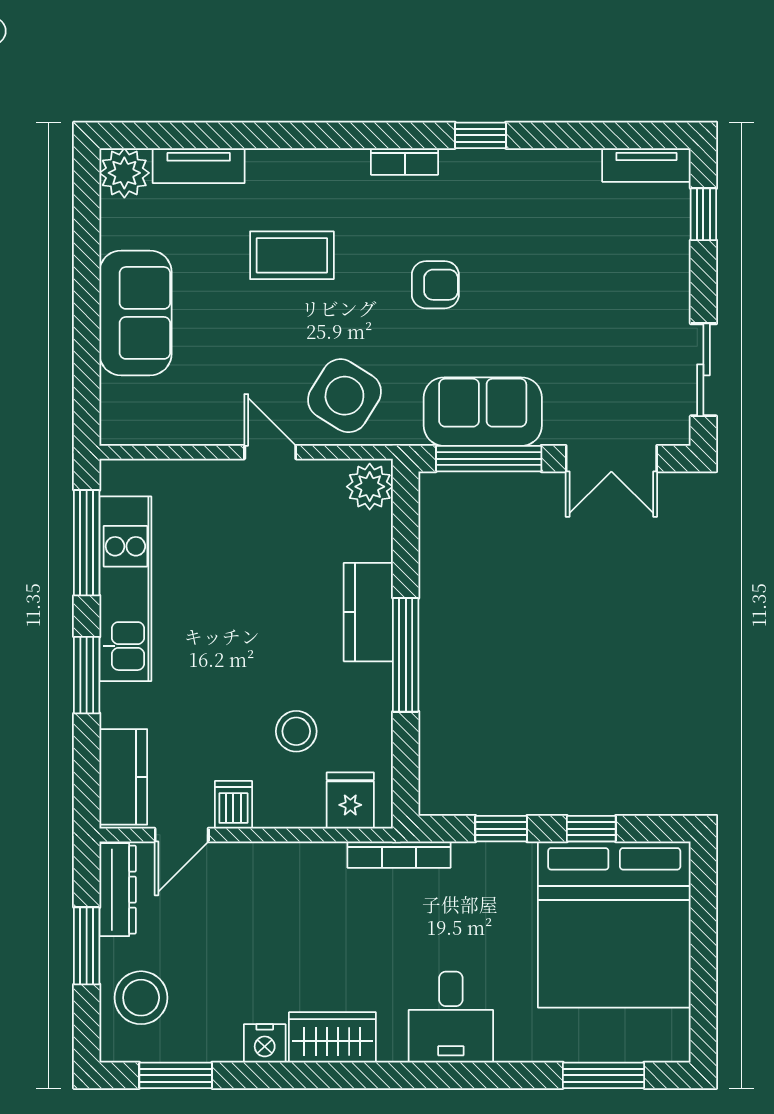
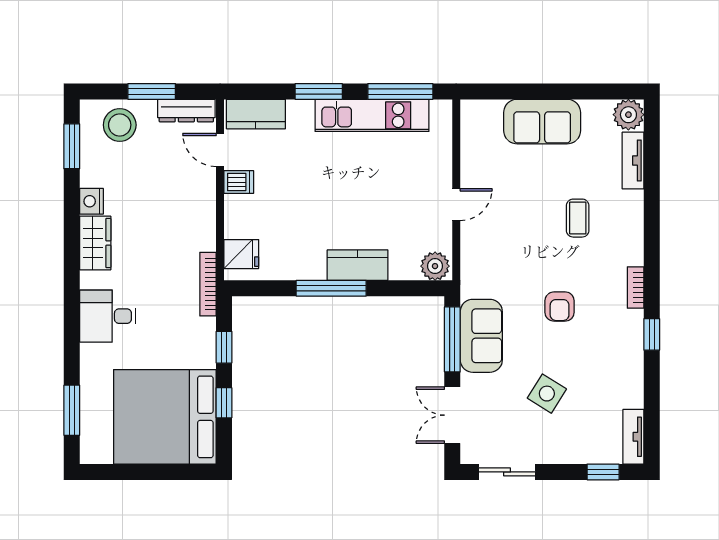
coffee table: (292, 255) -> (578, 218), width x0.73, depth x0.77
side table: (344, 396) -> (547, 394), moved, width x0.73, depth x0.73
stool: (296, 731) -> (284, 221), removed

